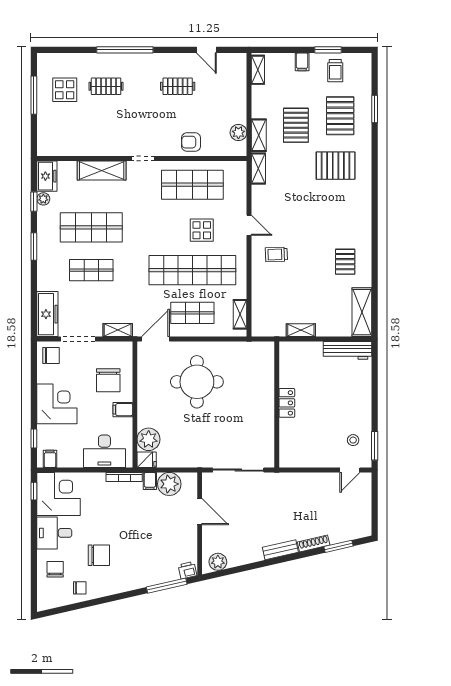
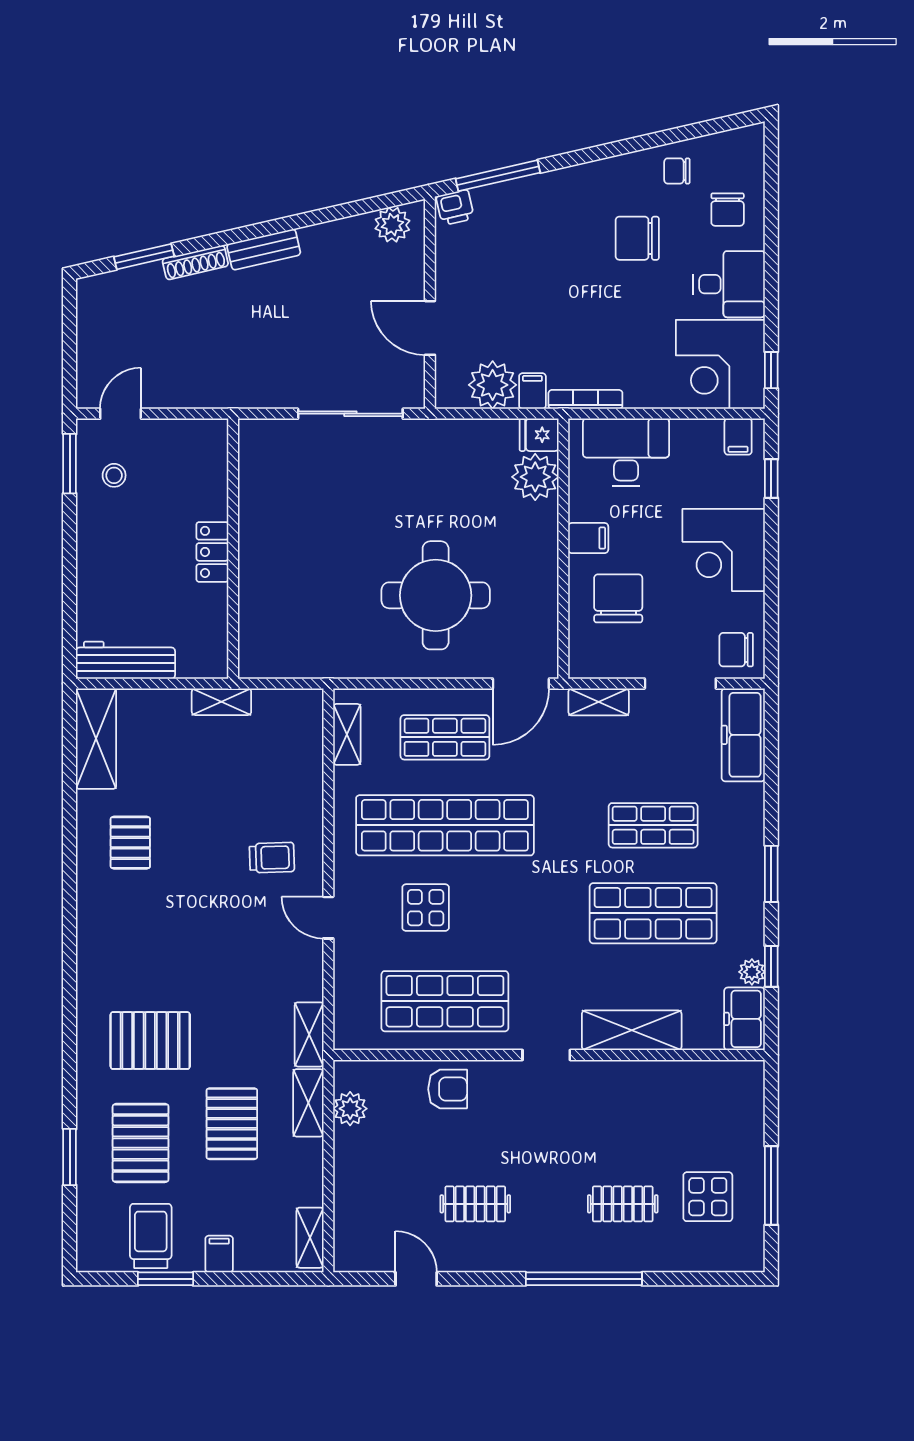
trolley: (335, 71) -> (151, 1236), width x1.36, depth x1.39
locker: (287, 403) -> (212, 552), moved
wall: (277, 405) -> (233, 549), moved

